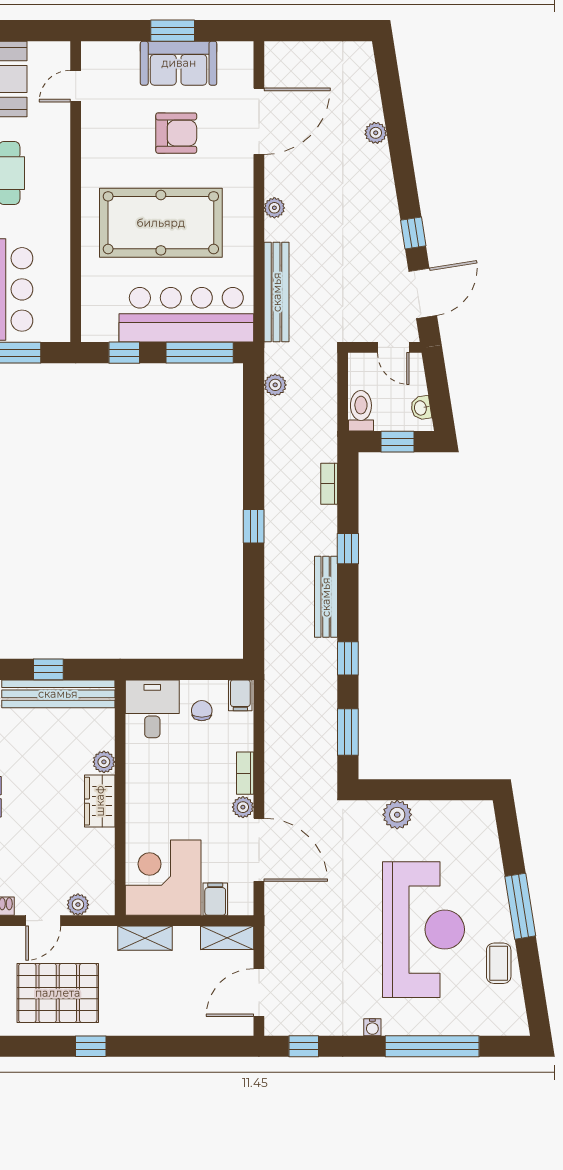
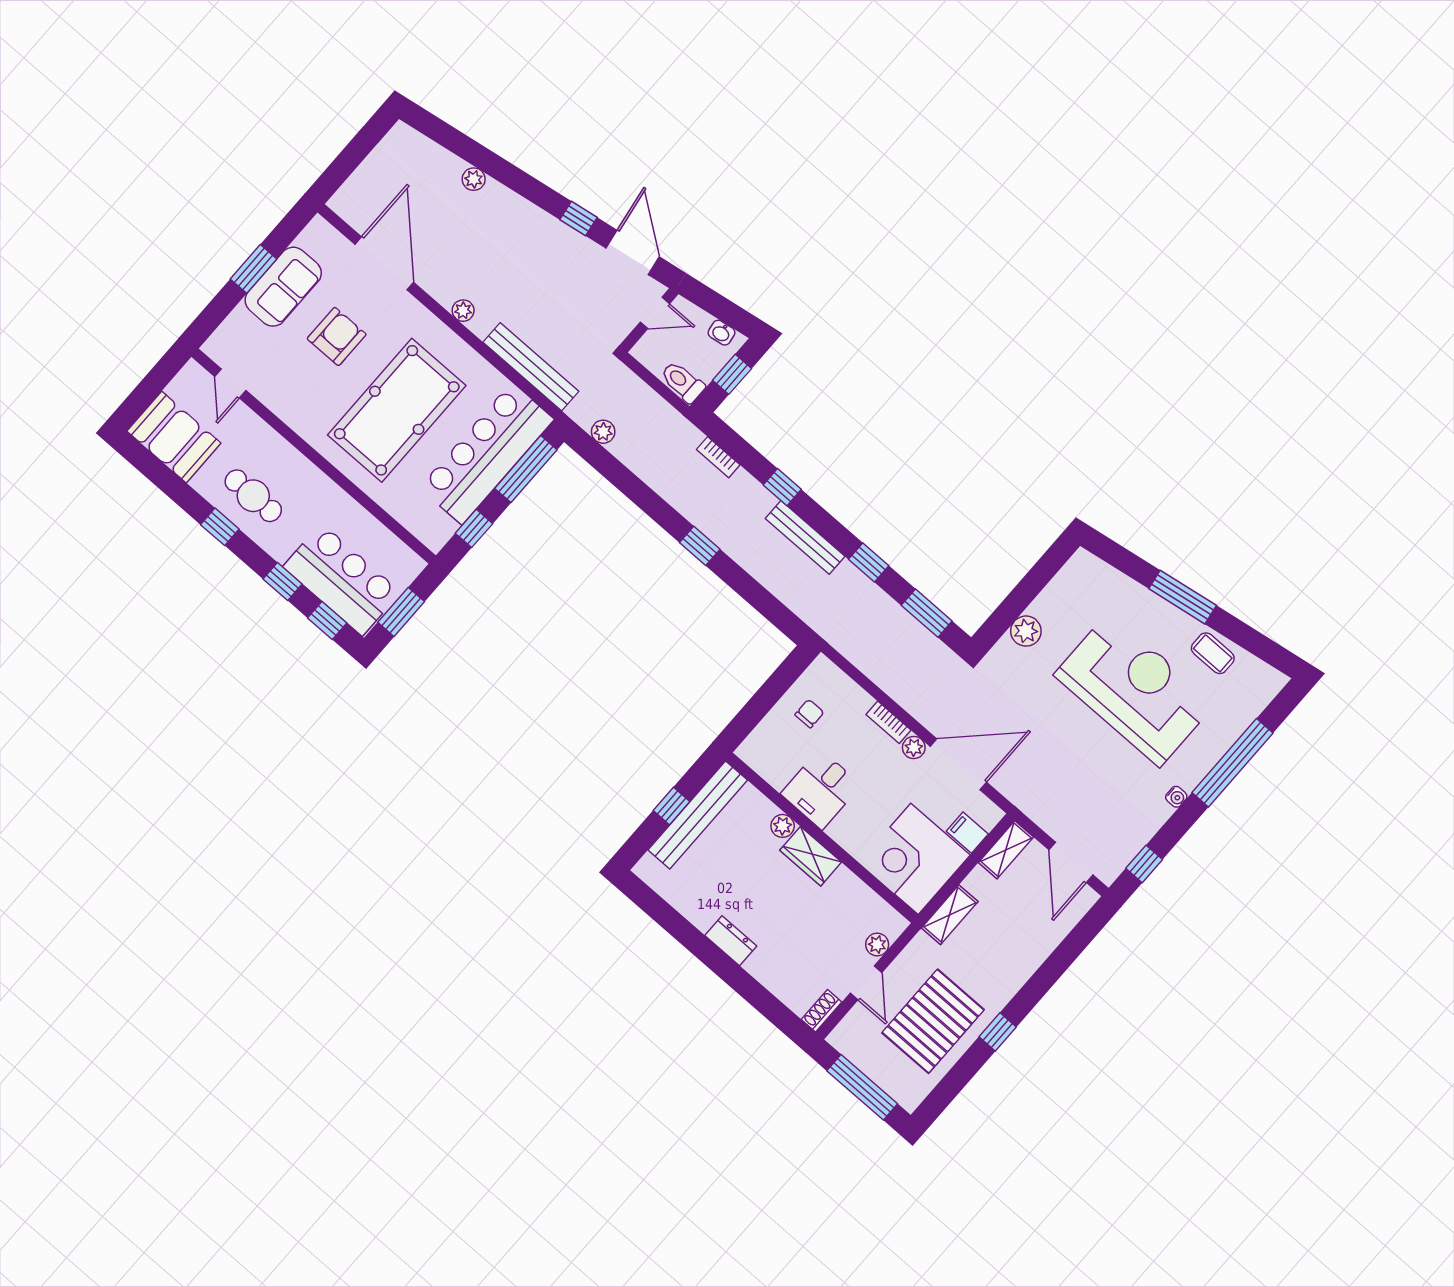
filing cabinet: (240, 695) -> (824, 673), removed
desk: (152, 709) -> (821, 789), moved, turned -90
chair: (202, 711) -> (809, 714), turned 90

